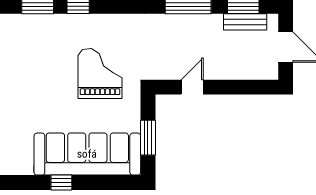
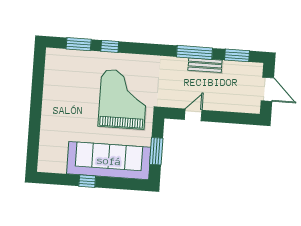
bench: (245, 22) -> (205, 65), moved
grand piano: (100, 74) -> (123, 99), width x1.37, depth x1.48

